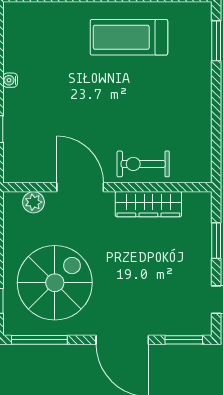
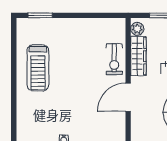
plant: (33, 202) -> (137, 29), moved

